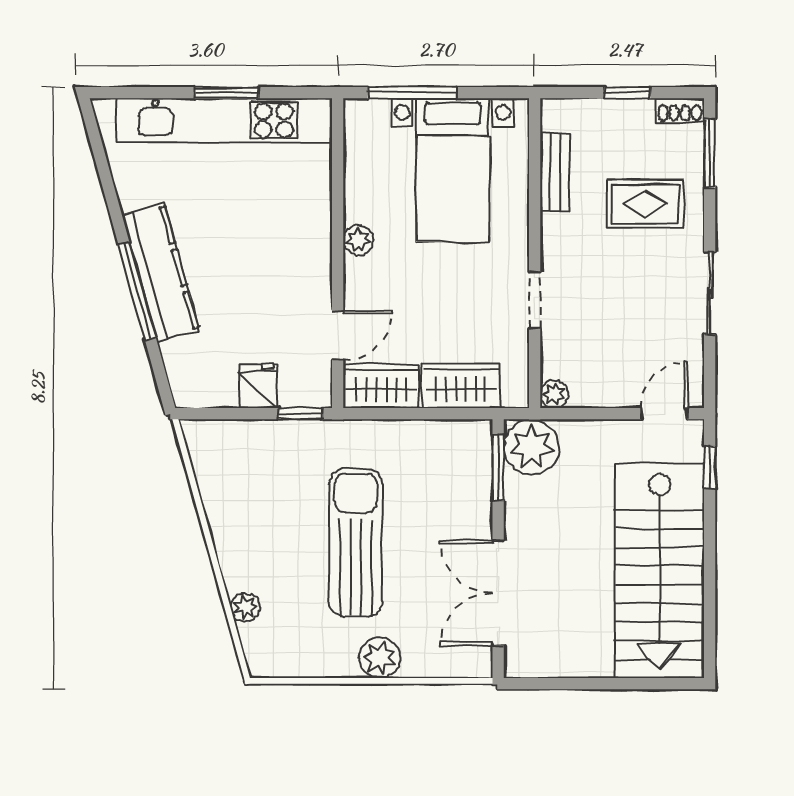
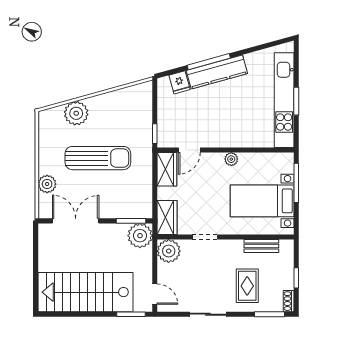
door: (338, 335) -> (189, 150), hinge flipped
fridge: (258, 386) -> (180, 82), moved, turned 75
wardrobe: (461, 386) -> (167, 218), moved
plant: (554, 394) -> (169, 251), width x1.87, depth x1.87
window: (710, 467) -> (131, 314), width x1.50
plant: (245, 607) -> (76, 113), width x1.88, depth x1.88
plant: (380, 658) -> (47, 184), moved

